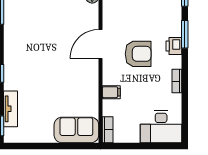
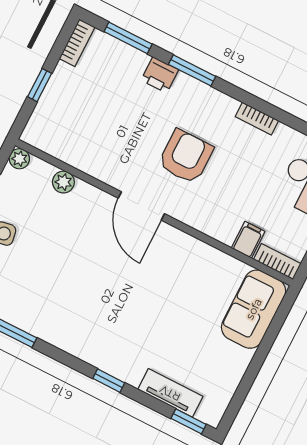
printer: (174, 46) -> (160, 75), moved
filing cabinet: (111, 92) -> (248, 240), moved

